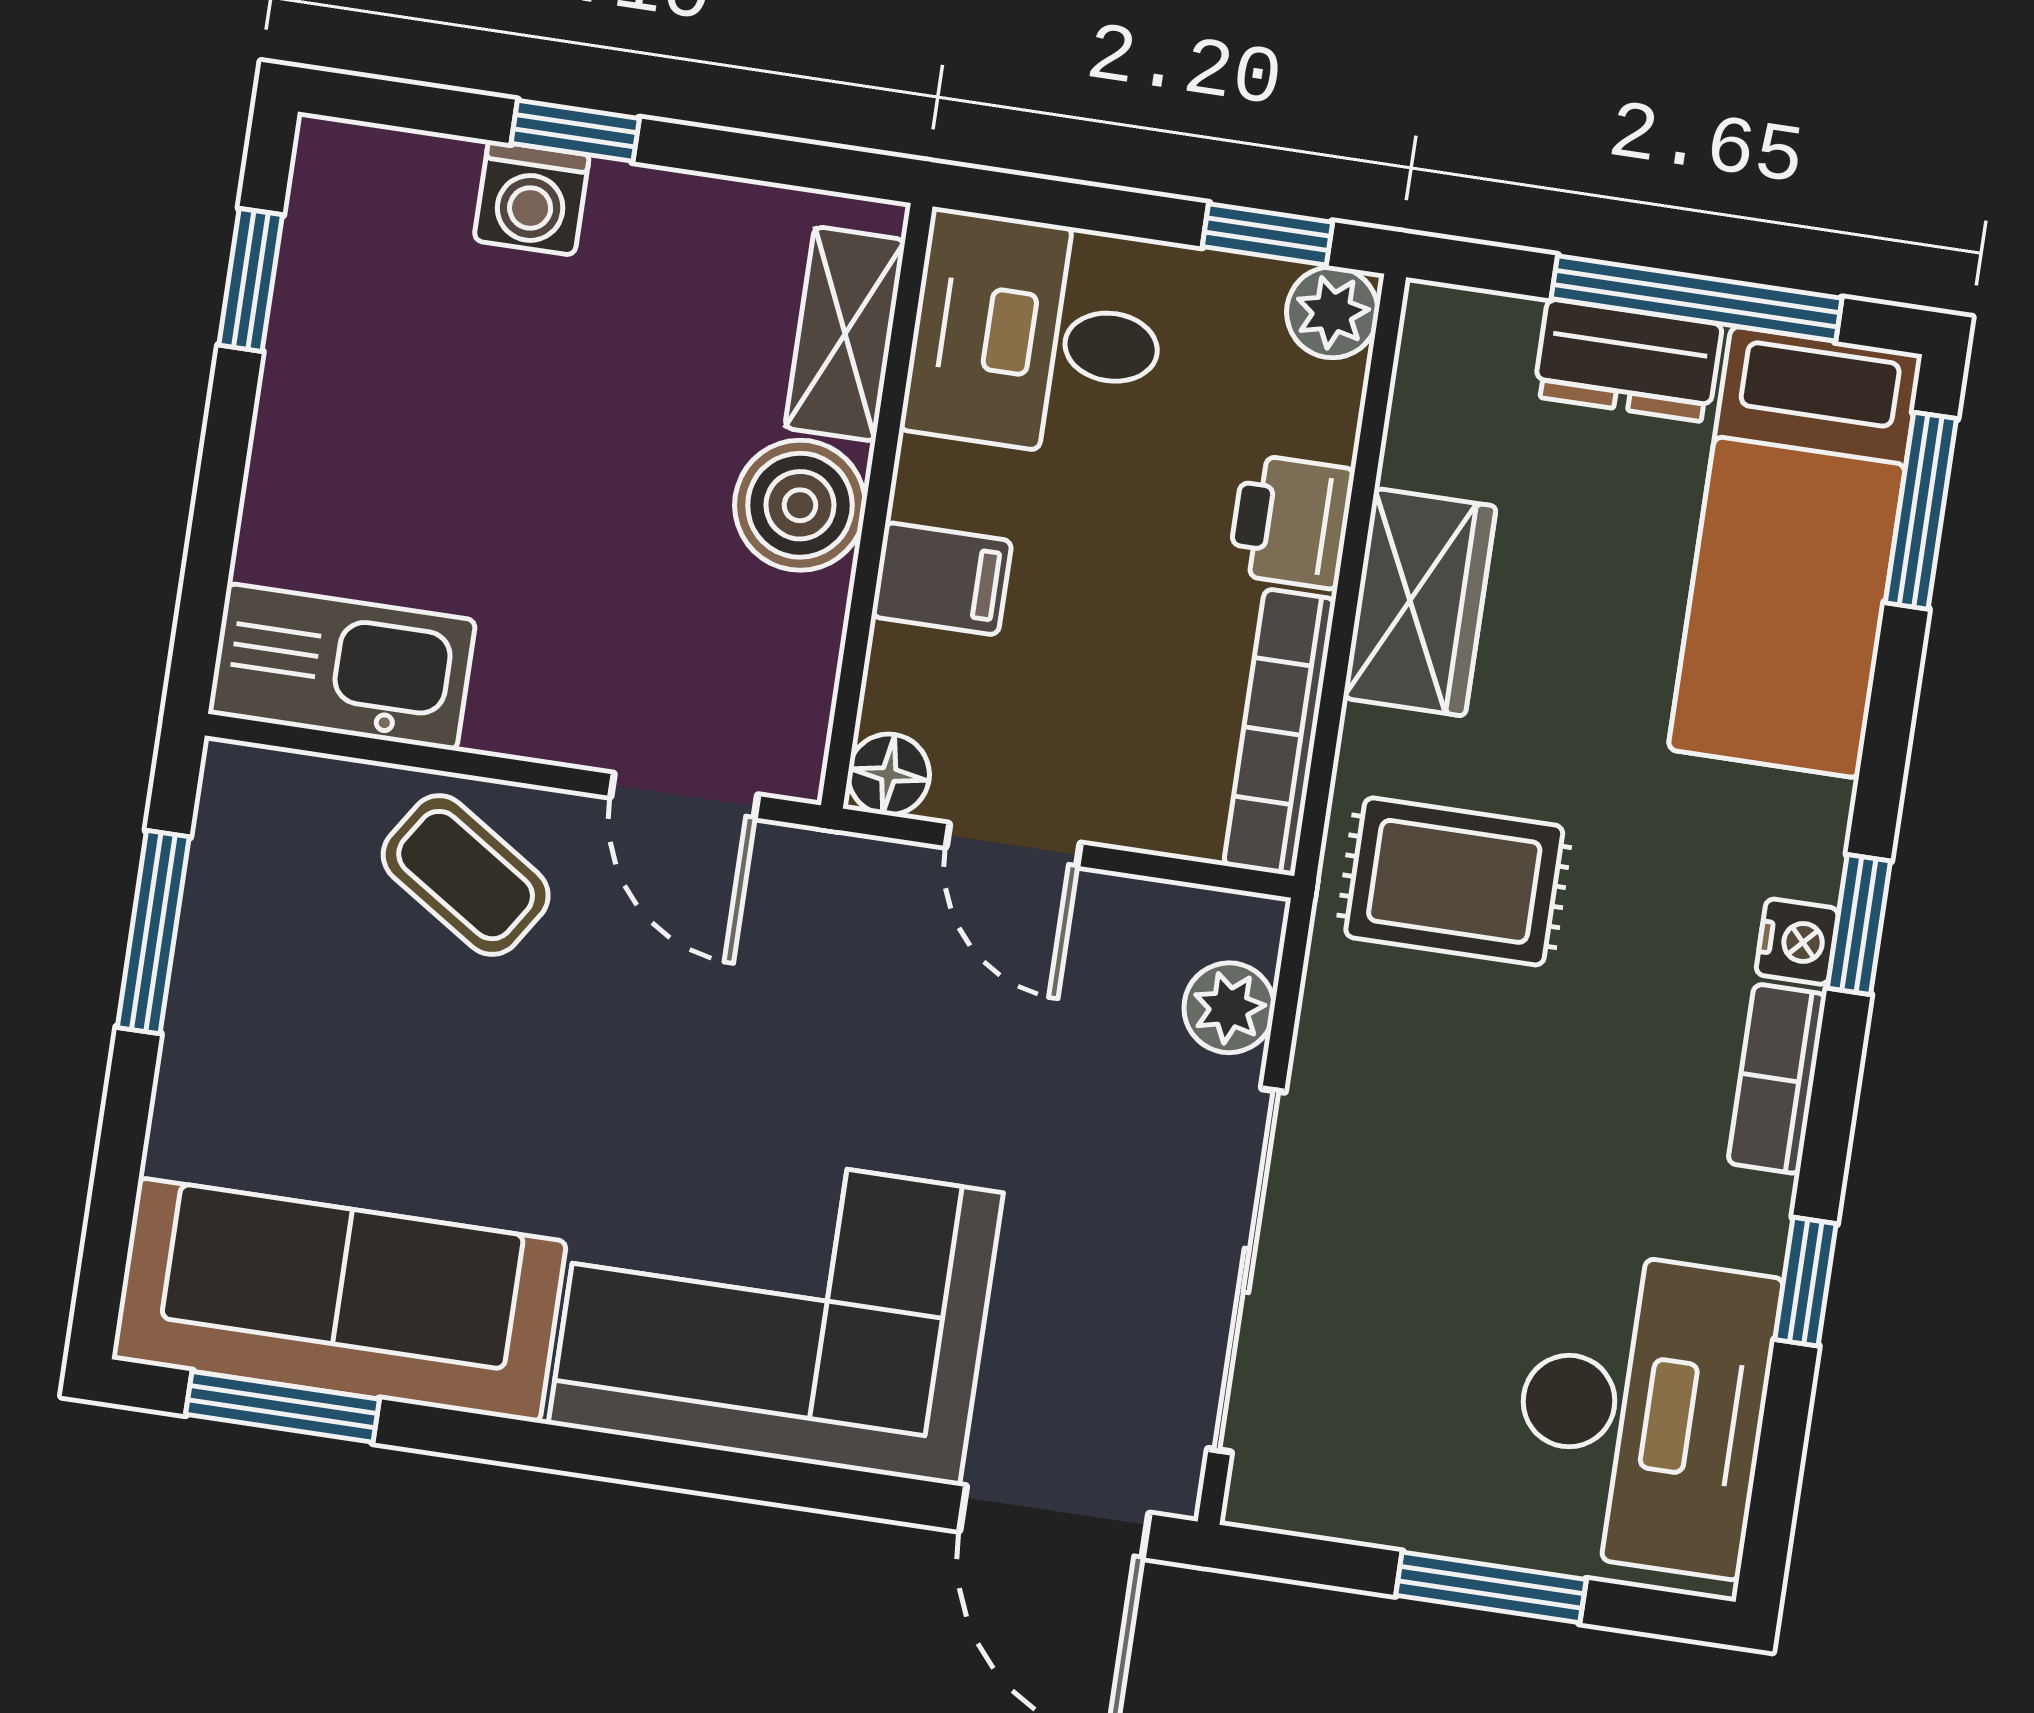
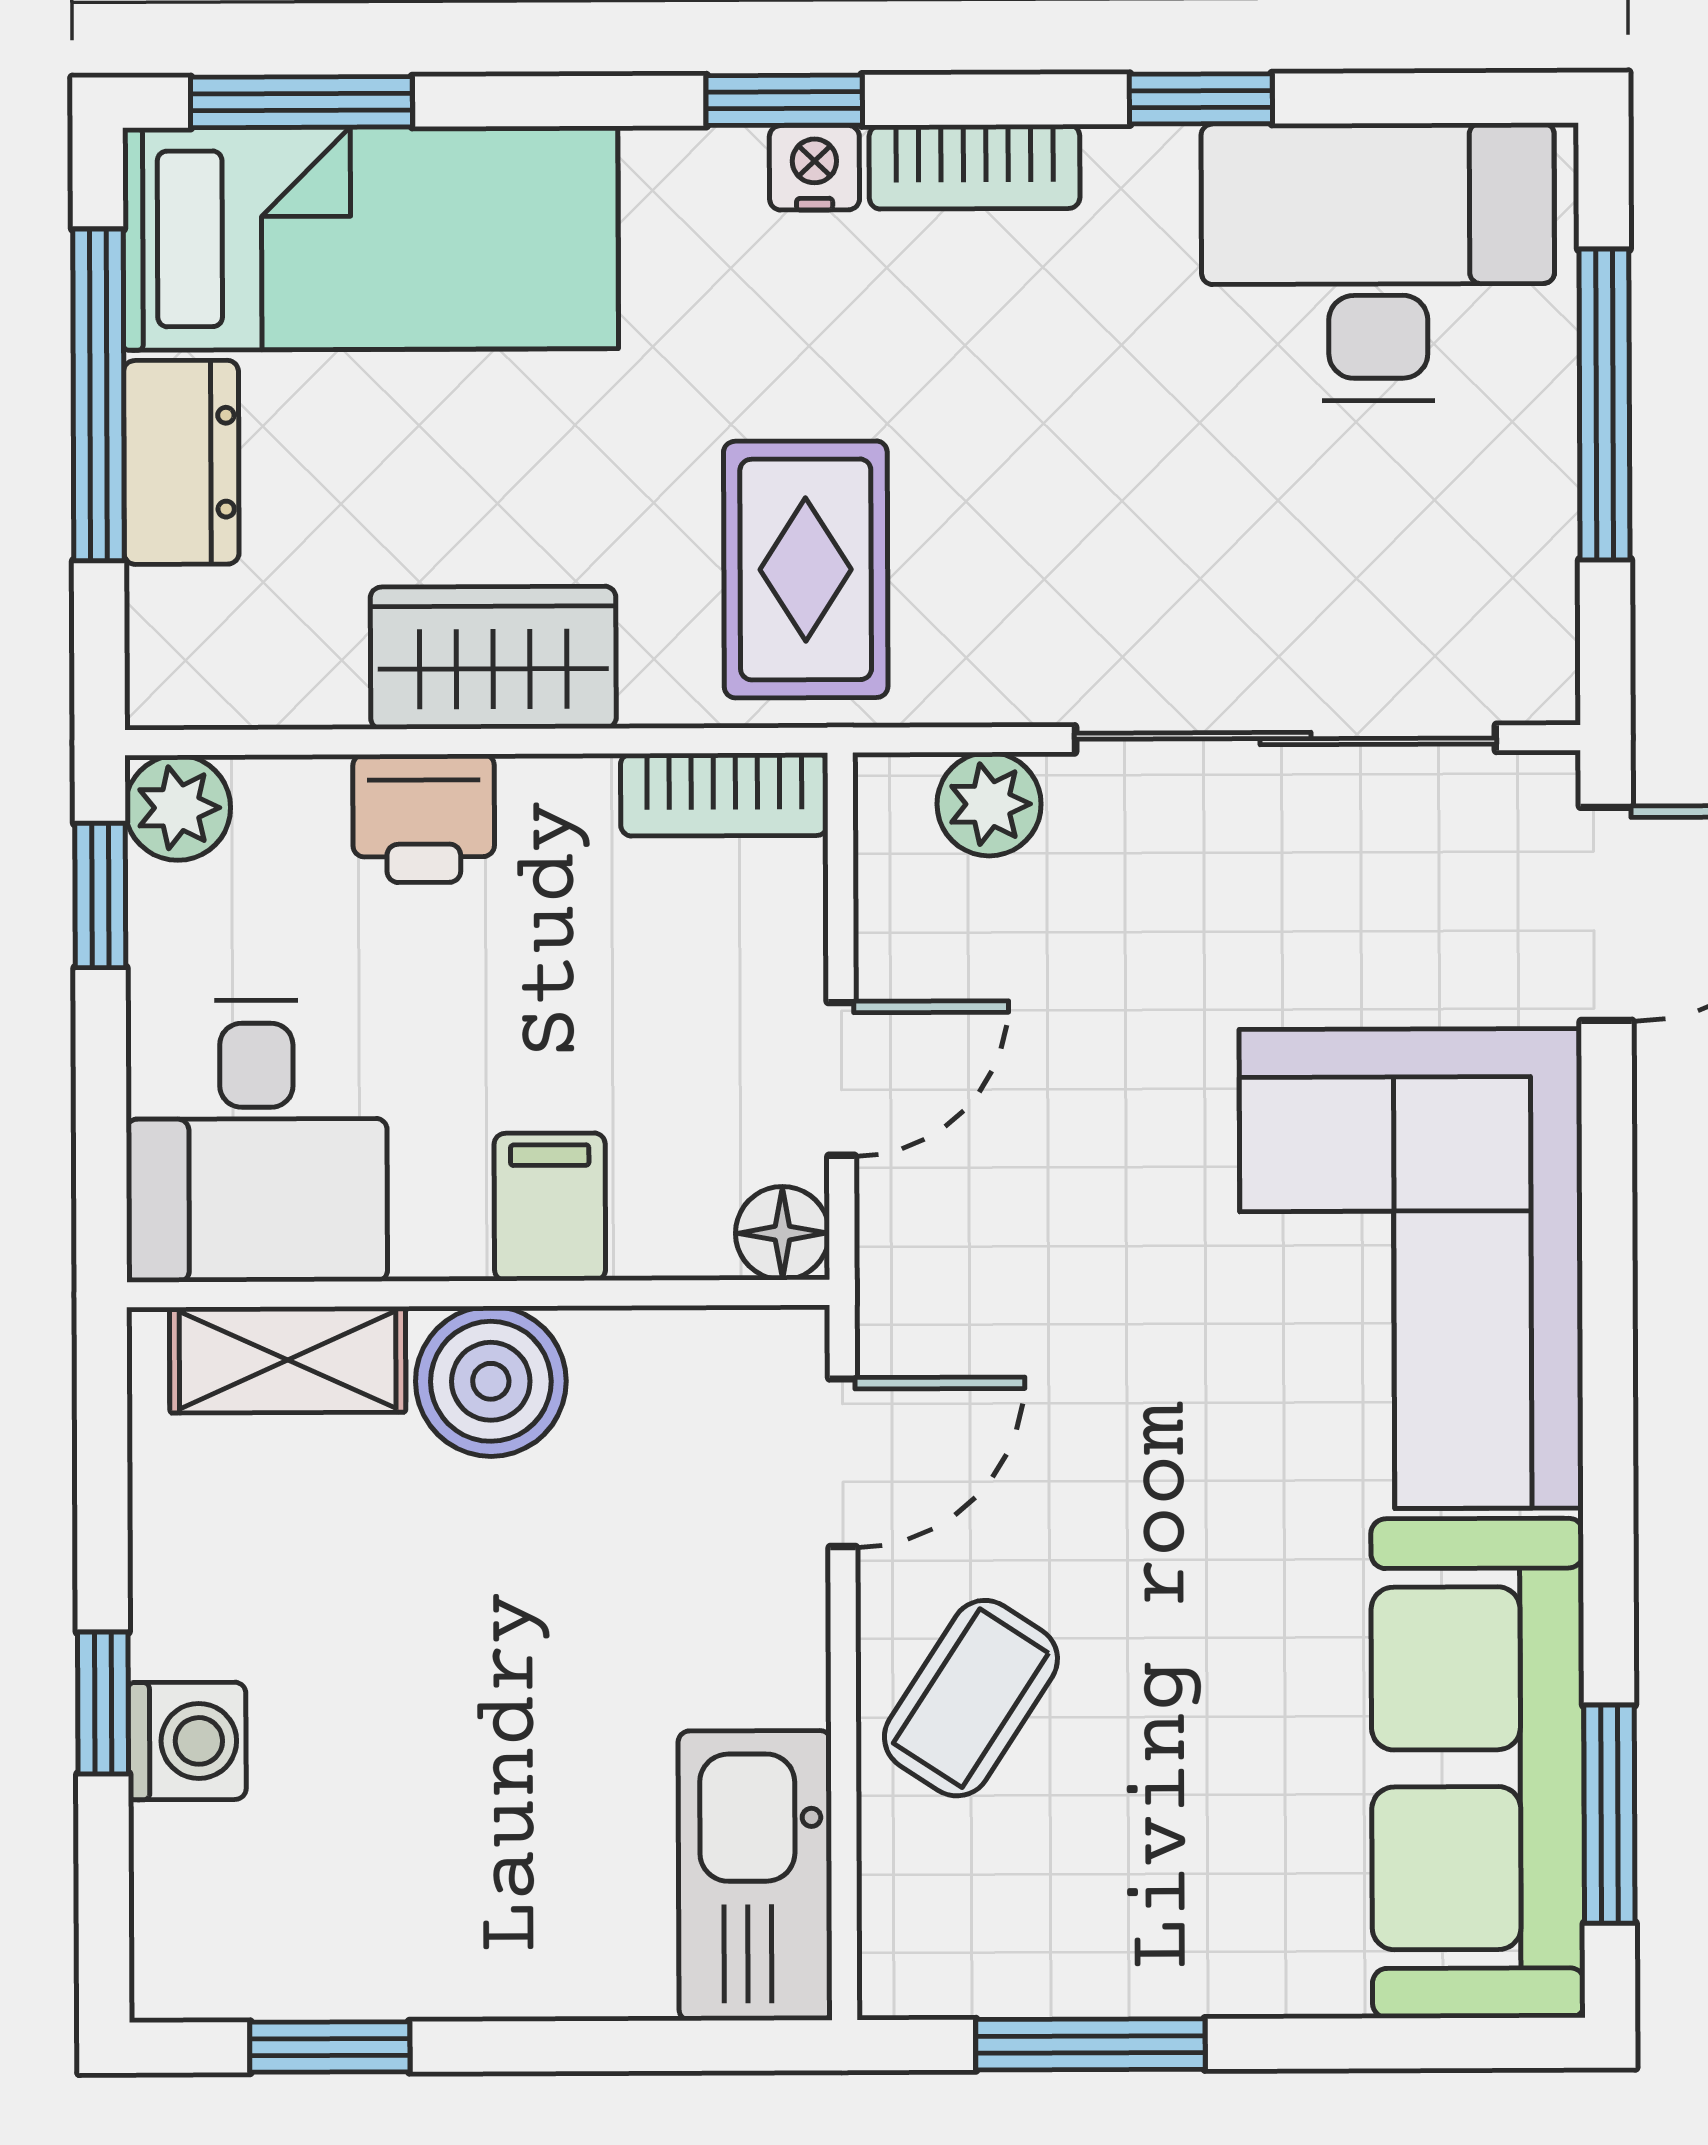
bookcase: (1280, 732) -> (724, 795), width x0.64
window: (1491, 1587) -> (1604, 404), width x1.44

